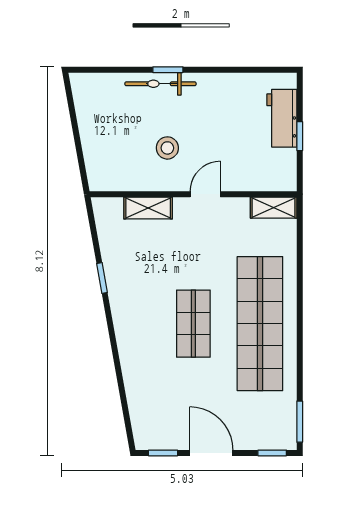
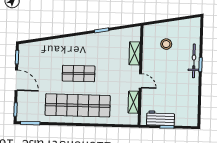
workbench: (282, 118) -> (161, 118), moved
stool: (167, 148) -> (166, 44), moved
shelving: (274, 208) -> (133, 102), moved
door: (211, 453) -> (16, 80), hinge flipped

